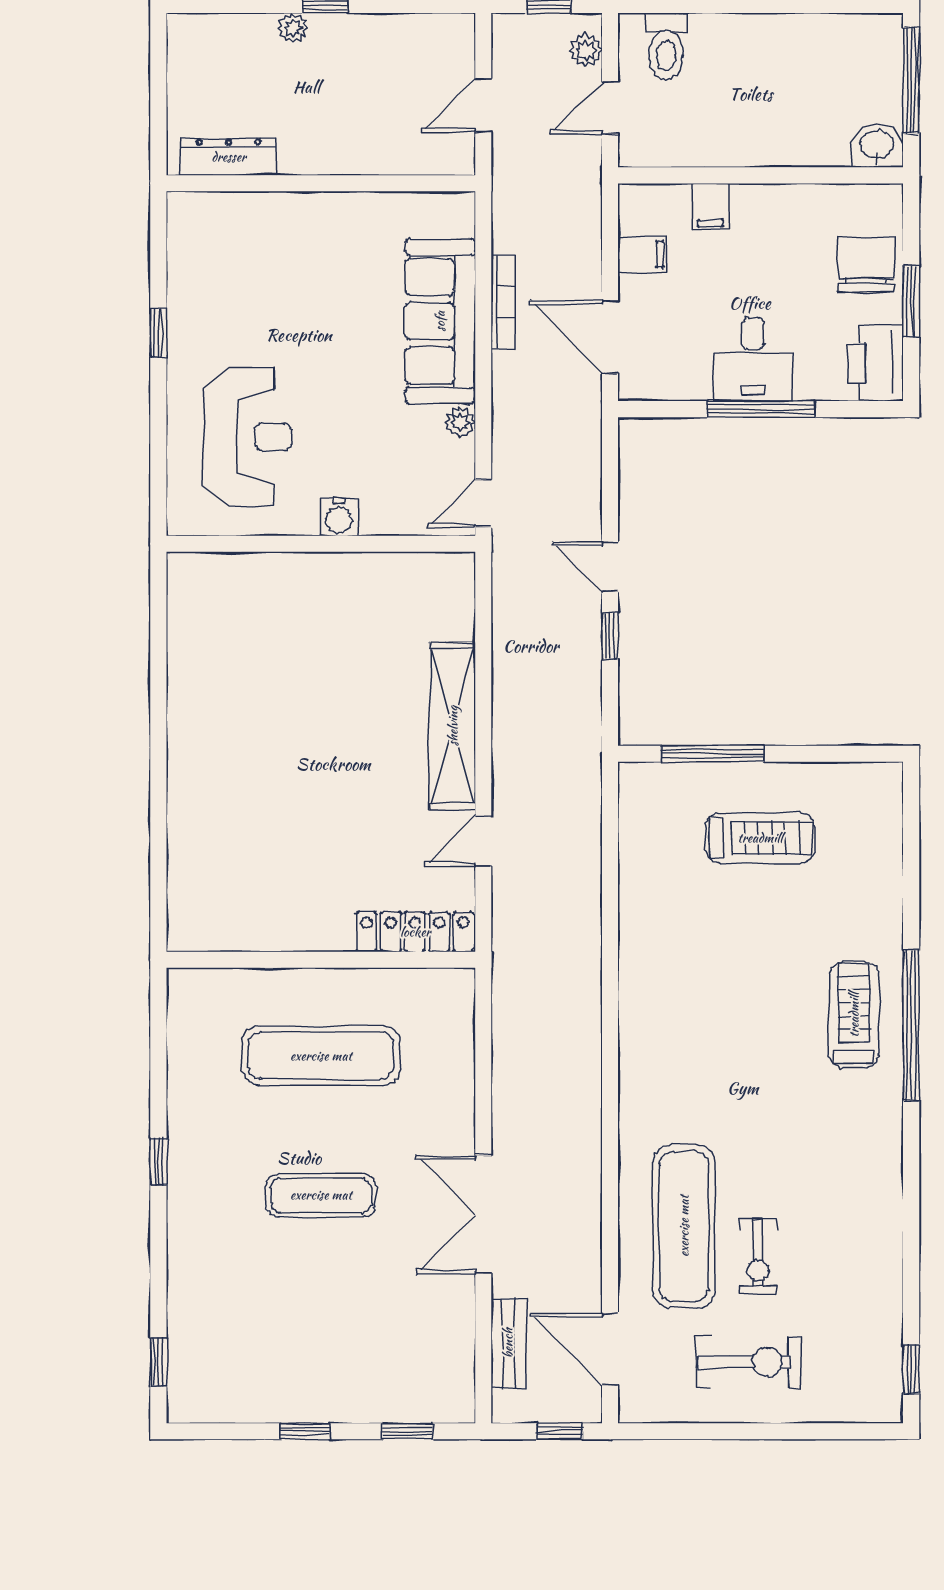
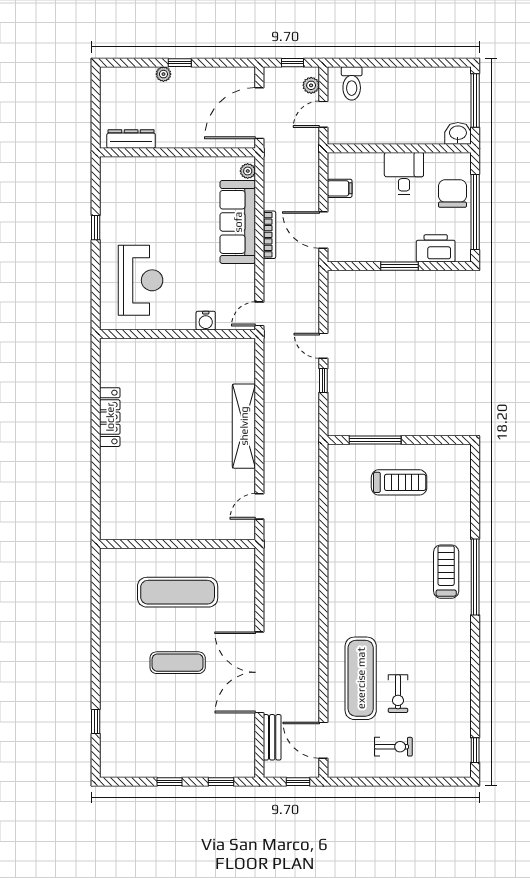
door: (483, 105) -> (259, 113), width x1.87
filing cabinet: (710, 207) -> (374, 164), removed
window: (911, 301) -> (475, 212), width x2.11
bookcase: (503, 302) -> (270, 235), moved
desk: (753, 359) -> (404, 173), moved, turned 180
printer: (876, 363) -> (436, 248), moved, turned 90
window: (761, 409) -> (399, 266), width x0.69
plant: (460, 422) -> (248, 171), moved
water cooler: (339, 517) -> (206, 321), moved
door: (483, 841) -> (259, 506), moved
locker: (415, 932) -> (110, 417), moved, turned 90
window: (158, 1162) -> (96, 646), removed
double door: (483, 1215) -> (259, 672), width x1.36
window: (158, 1362) -> (96, 721), moved
exercise bike: (749, 1362) -> (393, 747), width x0.73, depth x0.72

